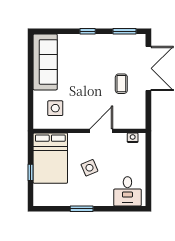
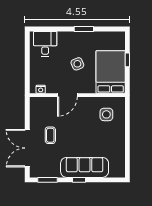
sofa: (45, 62) -> (85, 167), moved, turned 90

